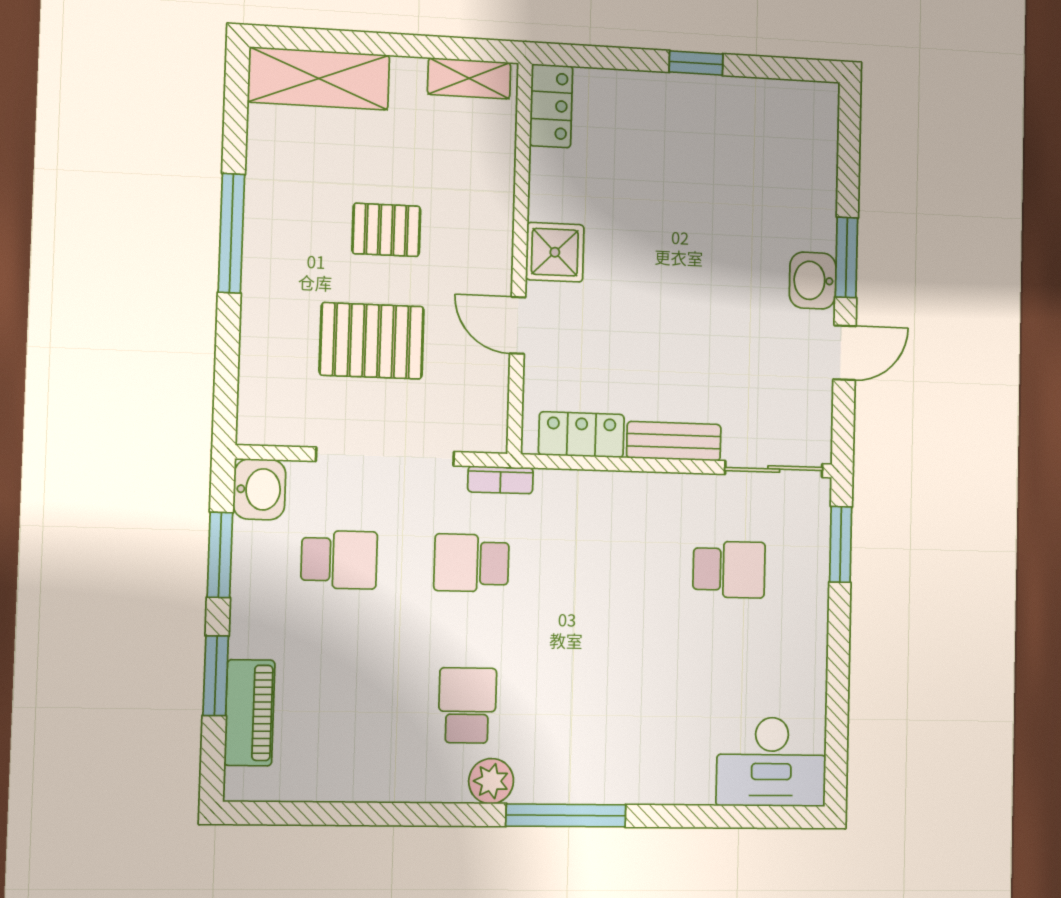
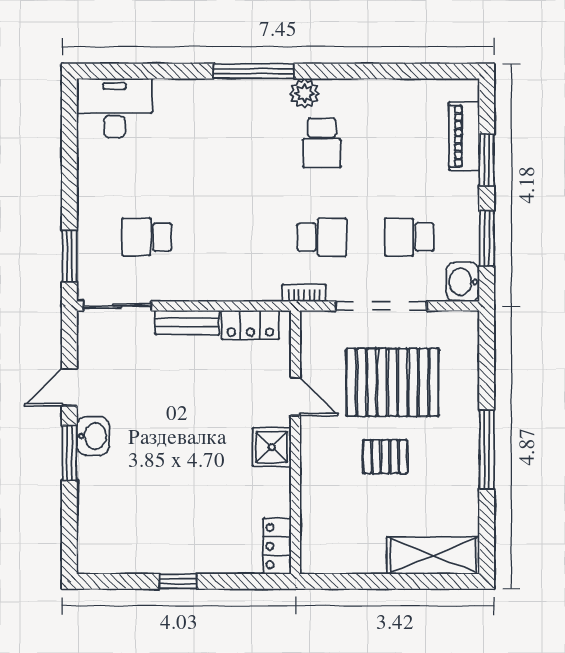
shelving: (469, 78) -> (333, 562), removed
pallet: (372, 341) -> (393, 382), width x1.37, depth x1.41

